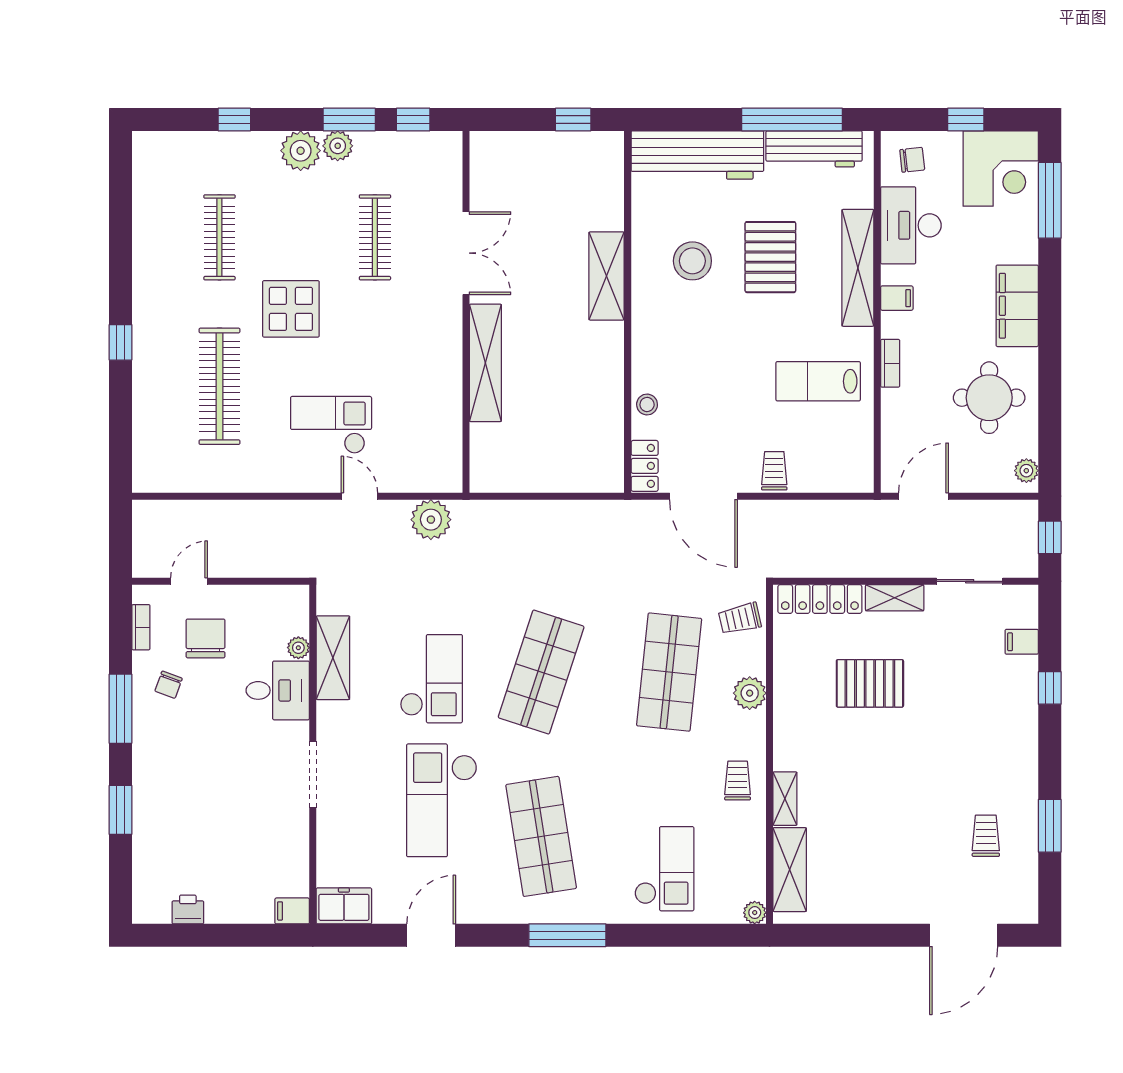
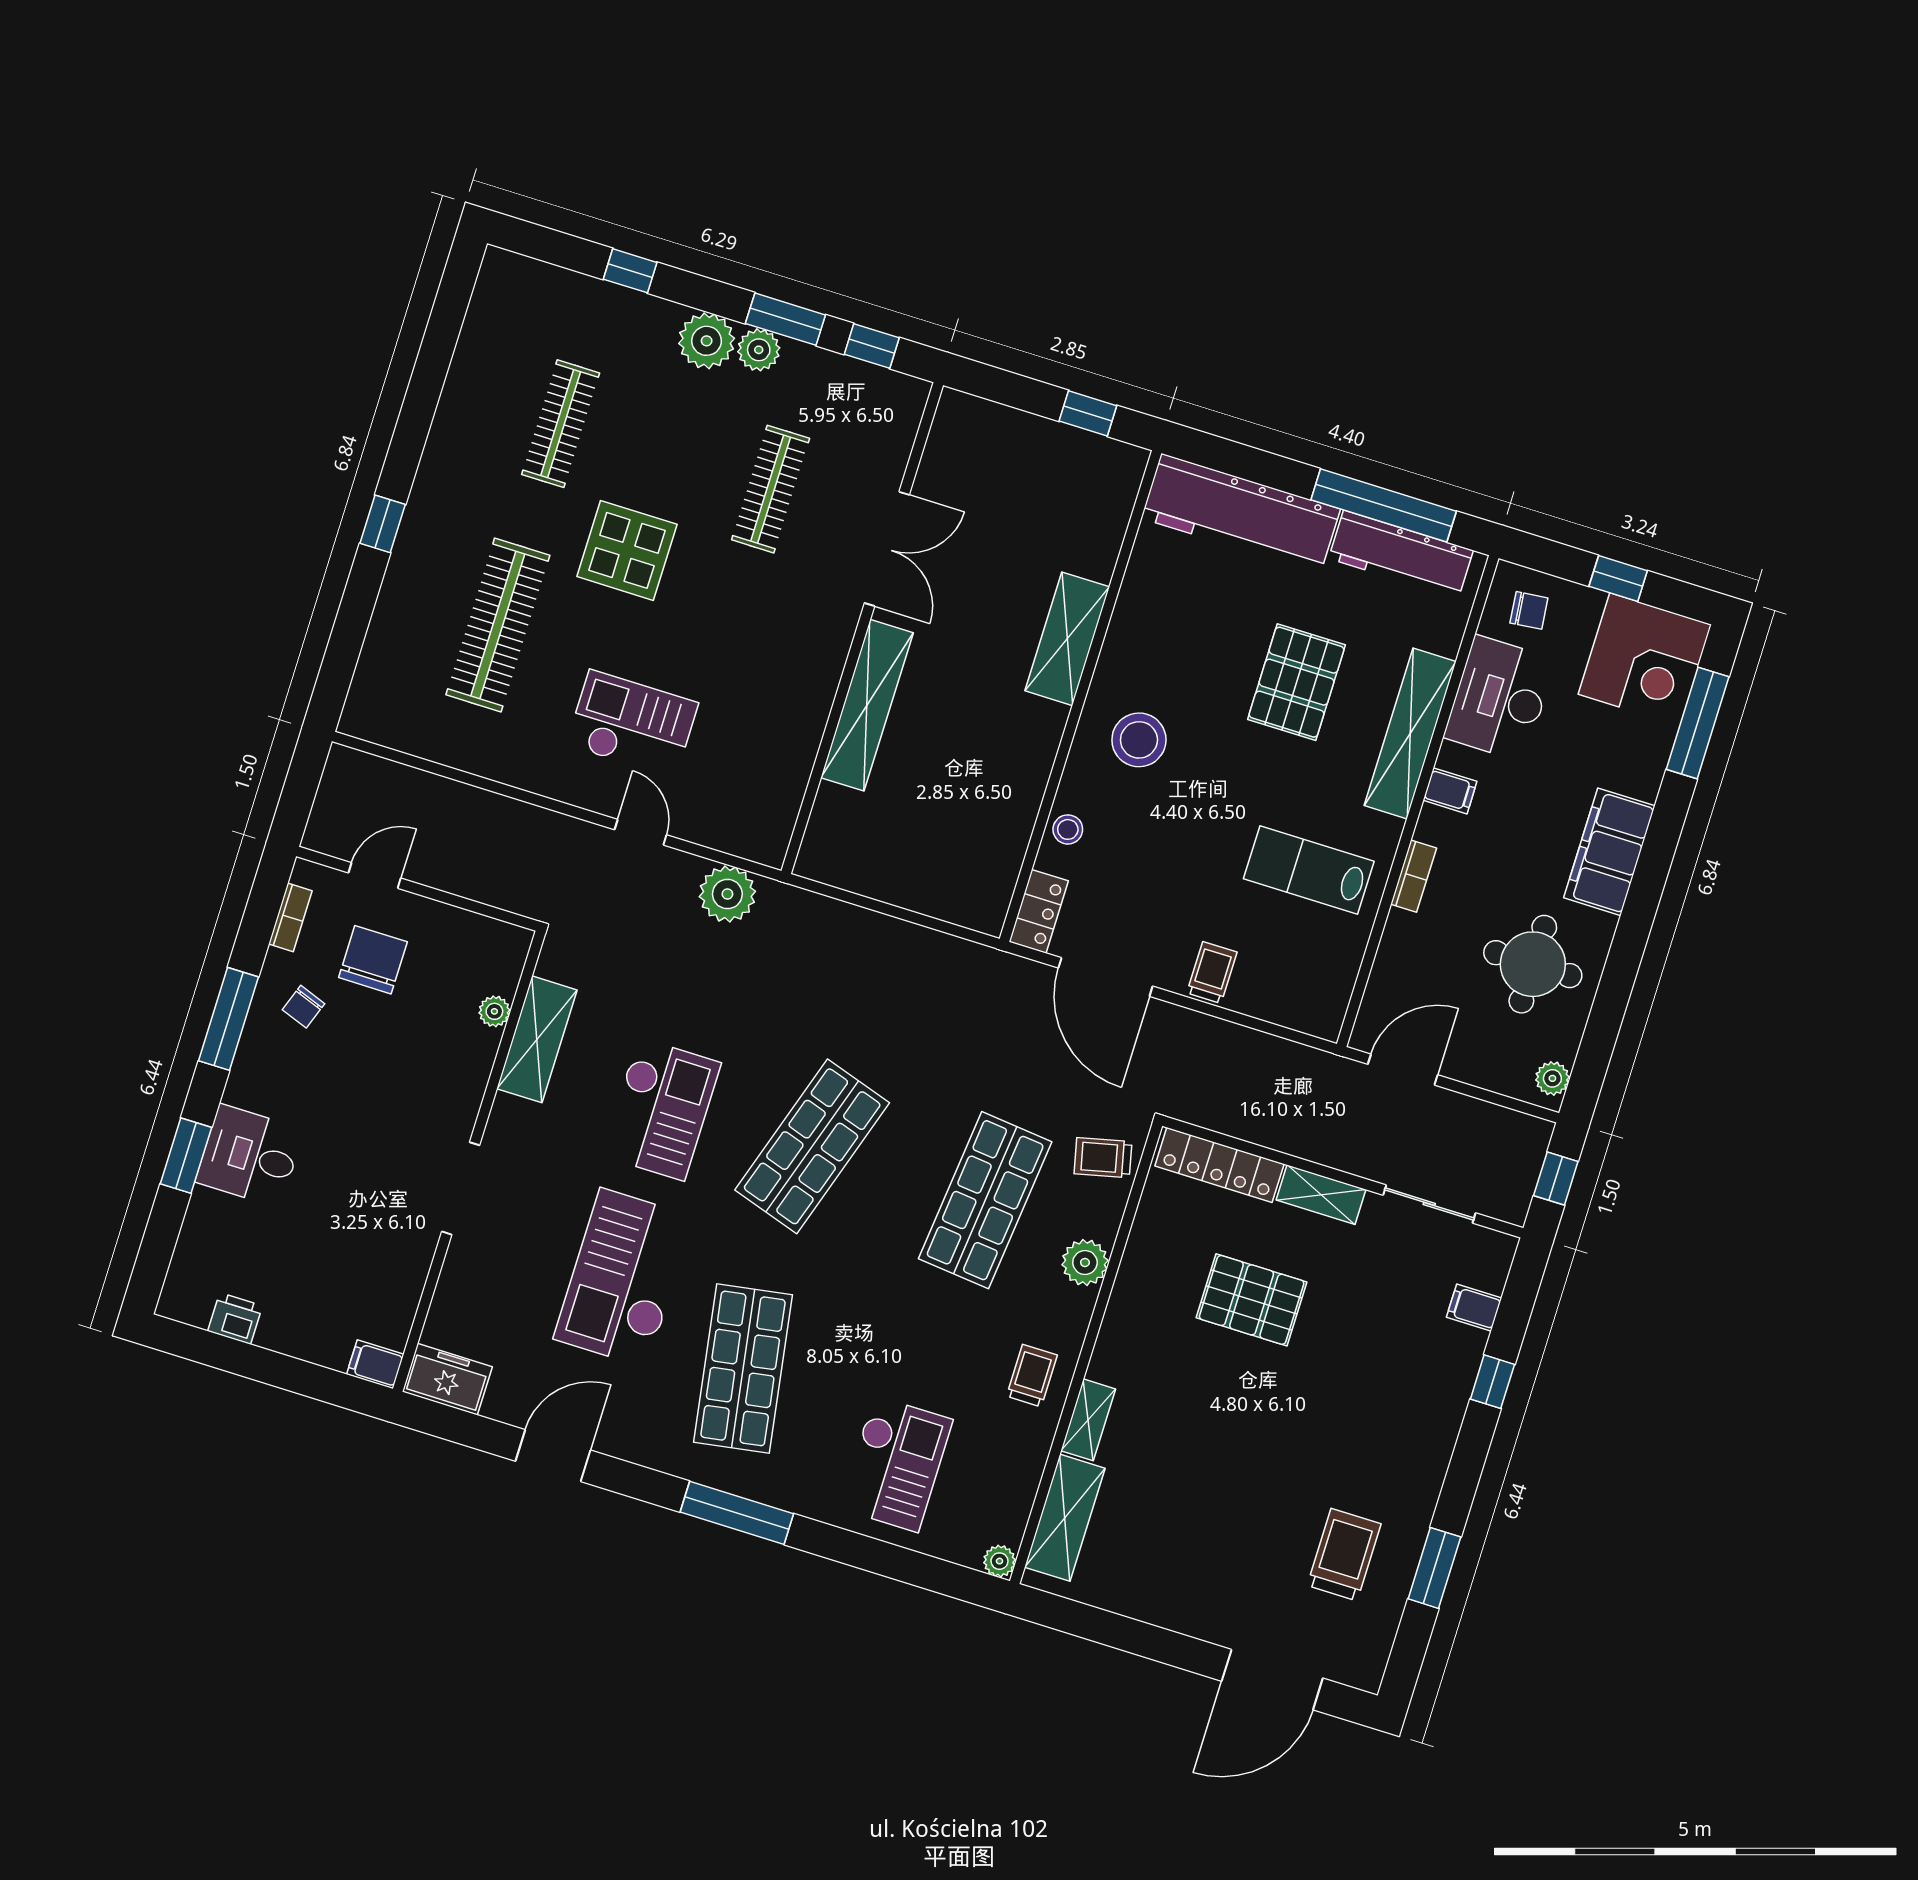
stool: (692, 261) -> (1139, 740), moved
desk: (278, 690) -> (250, 1156), moved, turned 180
trolley: (986, 836) -> (1344, 1555), width x1.36, depth x1.39

